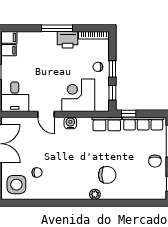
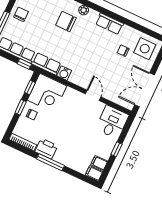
corner desk: (78, 95) -> (47, 93), moved
water cooler: (70, 123) -> (64, 73), moved
row of seats: (63, 193) -> (109, 24), added

